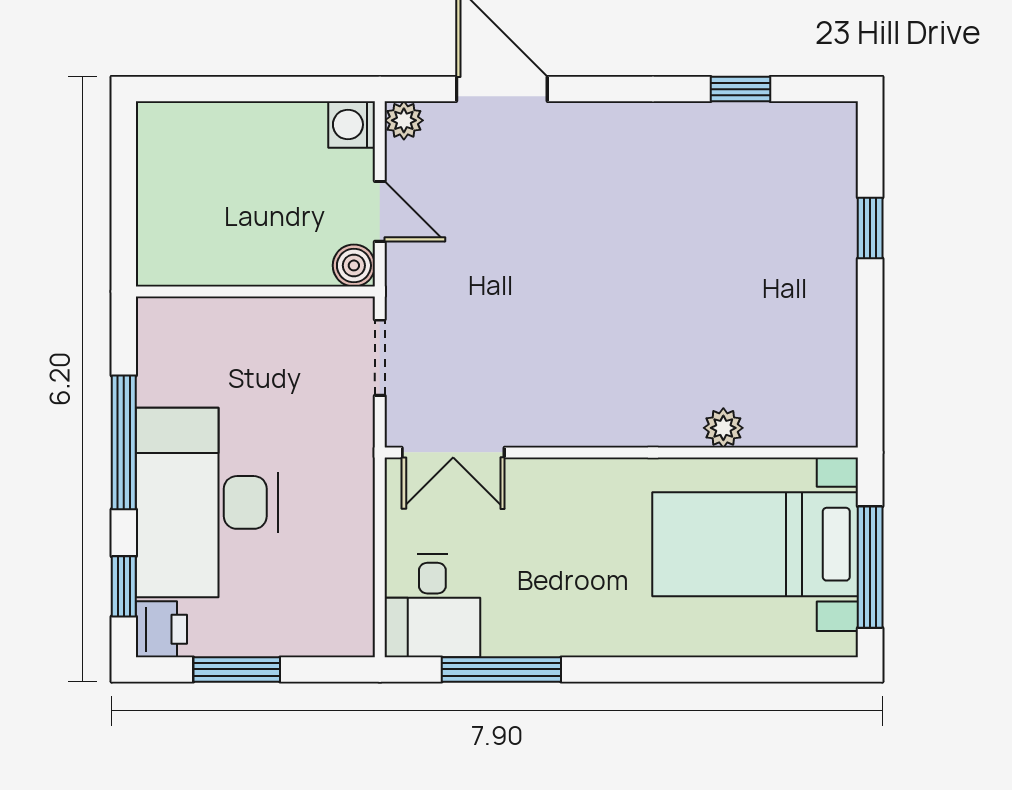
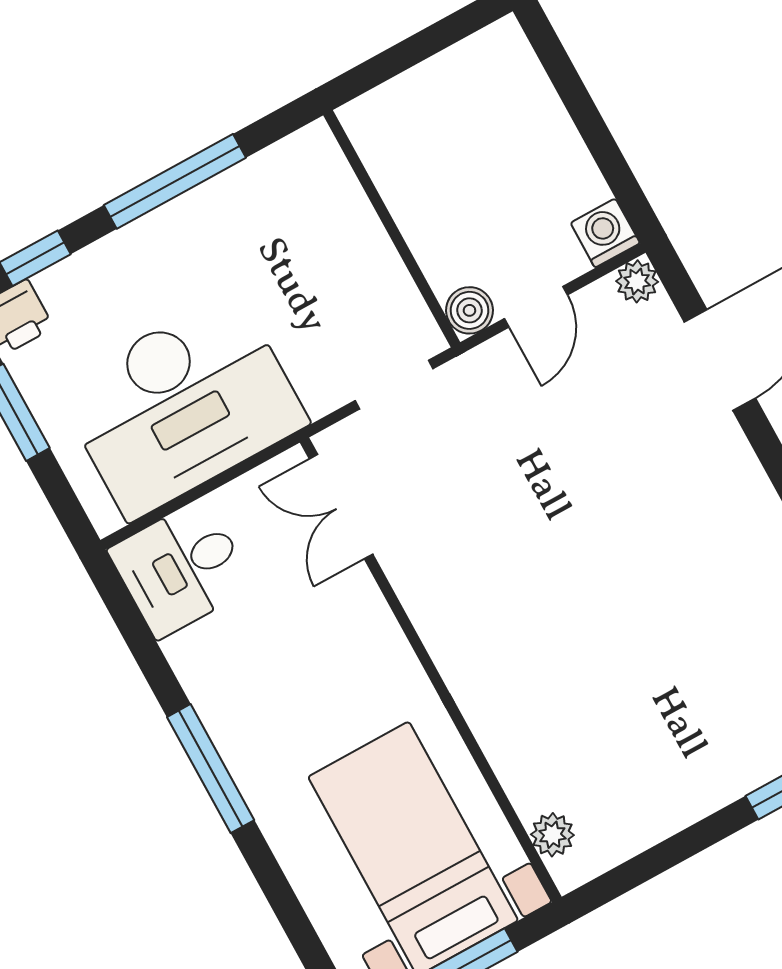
plant: (723, 428) -> (552, 835), moved
desk: (207, 502) -> (182, 405), moved, turned 180
window: (501, 669) -> (211, 769), moved

